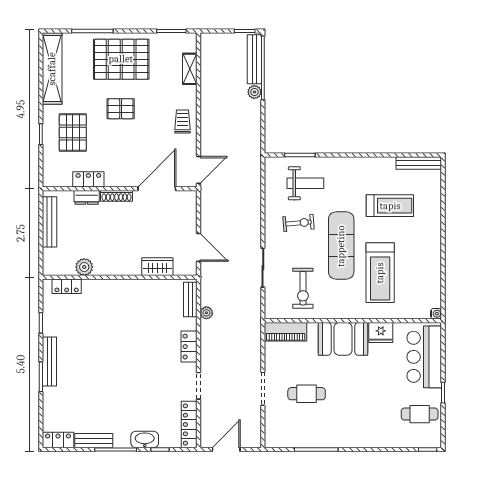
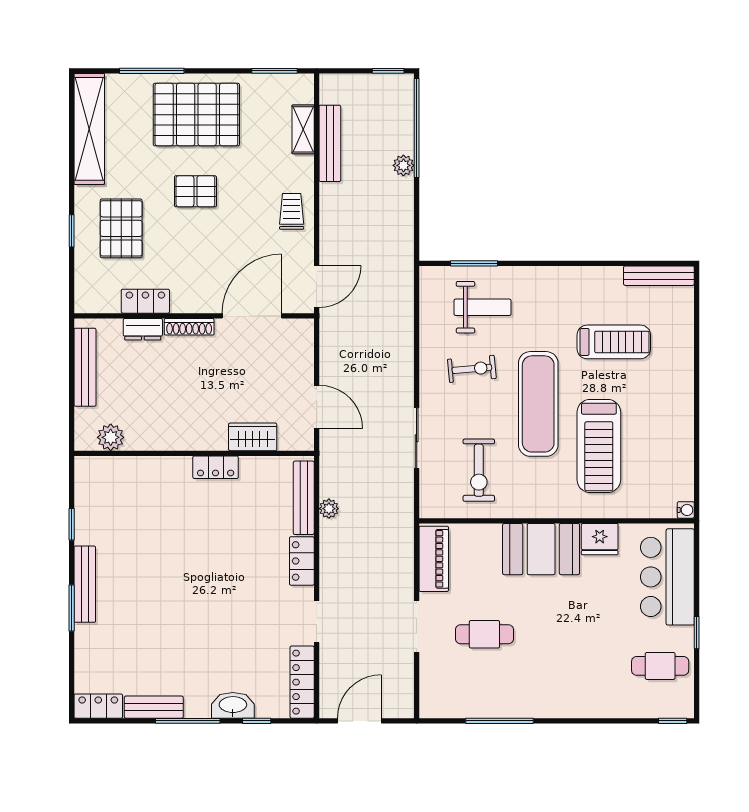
bench: (254, 59) -> (330, 143), moved
plant: (84, 267) -> (111, 437), moved
locker: (67, 286) -> (216, 467), moved
bench: (190, 300) -> (304, 498), width x1.36
piano: (286, 332) -> (434, 559), moved, turned -90

